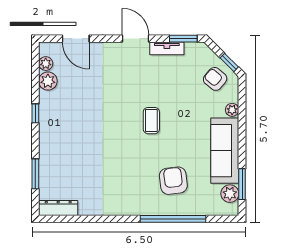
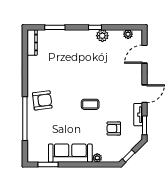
armchair: (215, 79) -> (114, 129), moved, turned -130
plant: (48, 81) -> (102, 36), moved
armchair: (173, 181) -> (42, 100), moved
plant: (230, 194) -> (42, 156), removed

